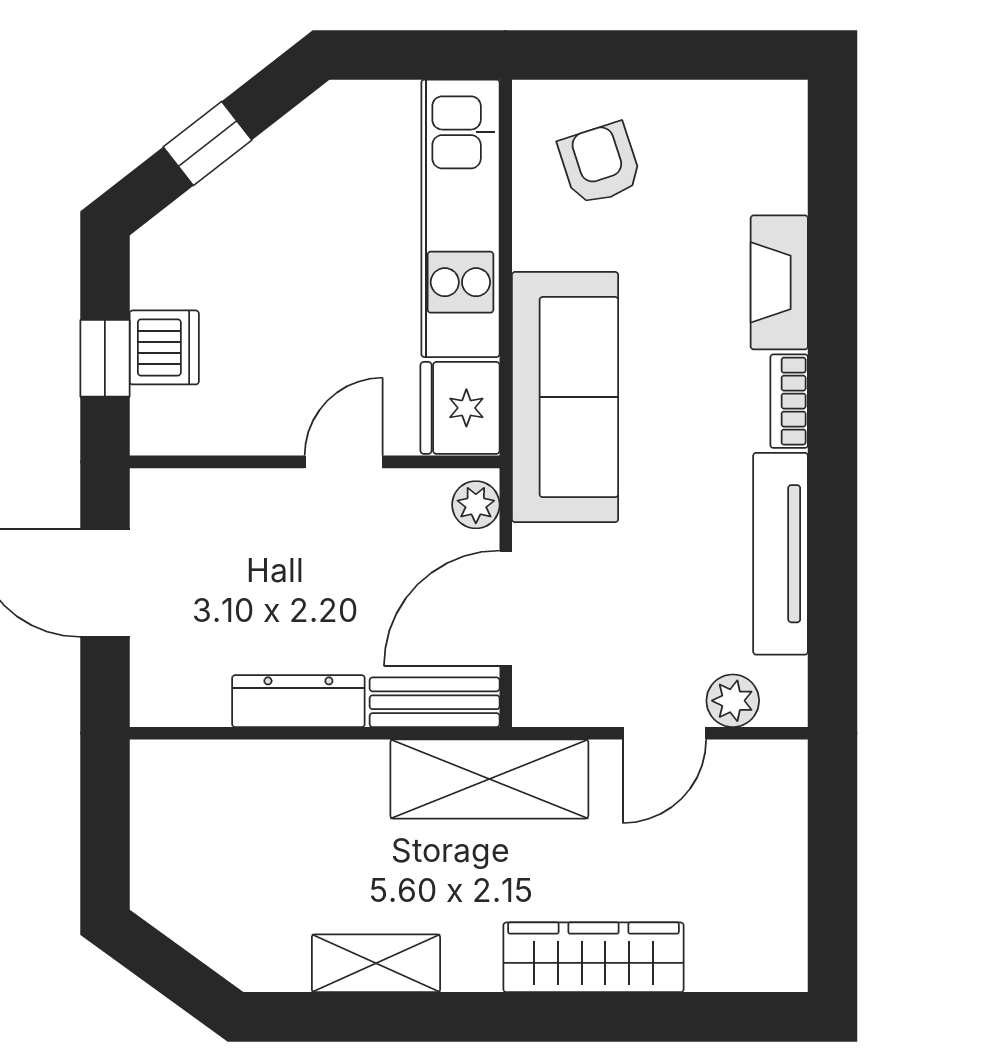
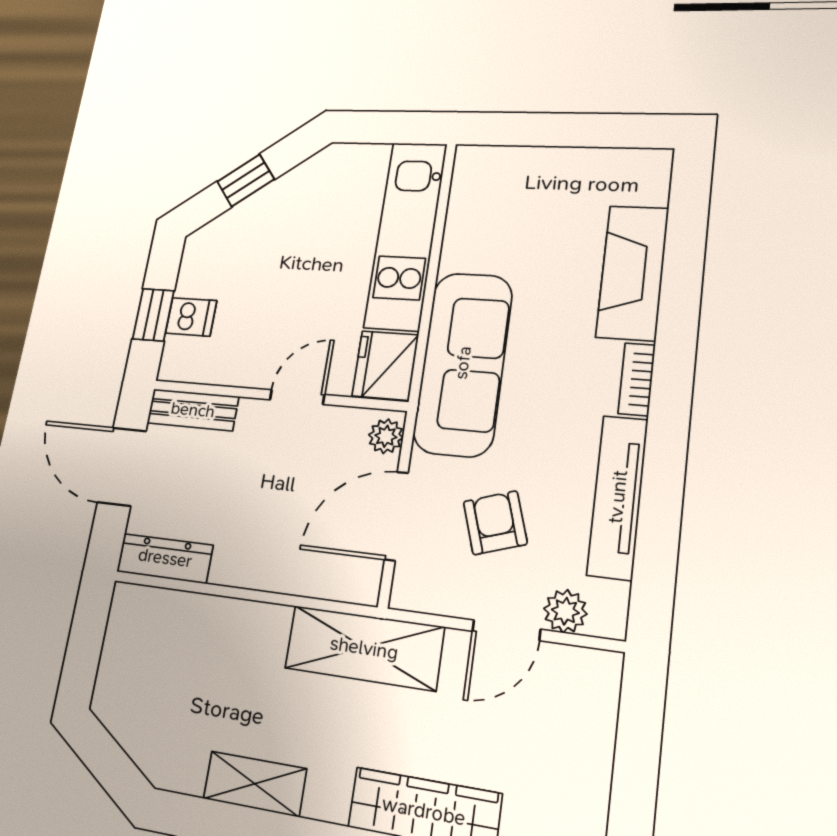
armchair: (600, 164) -> (495, 523), moved
fireplace: (779, 282) -> (632, 272), width x1.37, depth x1.32
dishwasher: (164, 347) -> (191, 317), width x0.73
dresser: (298, 701) -> (165, 558), moved
bench: (435, 702) -> (193, 410), moved

